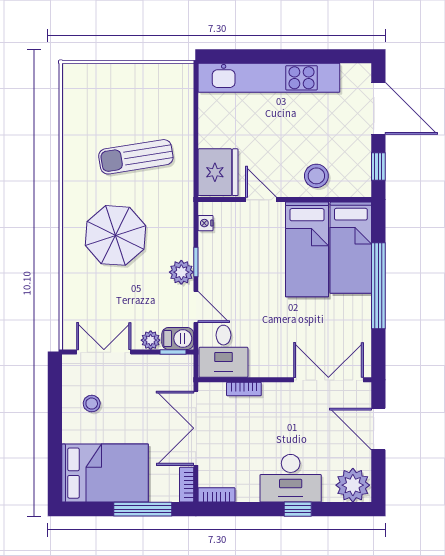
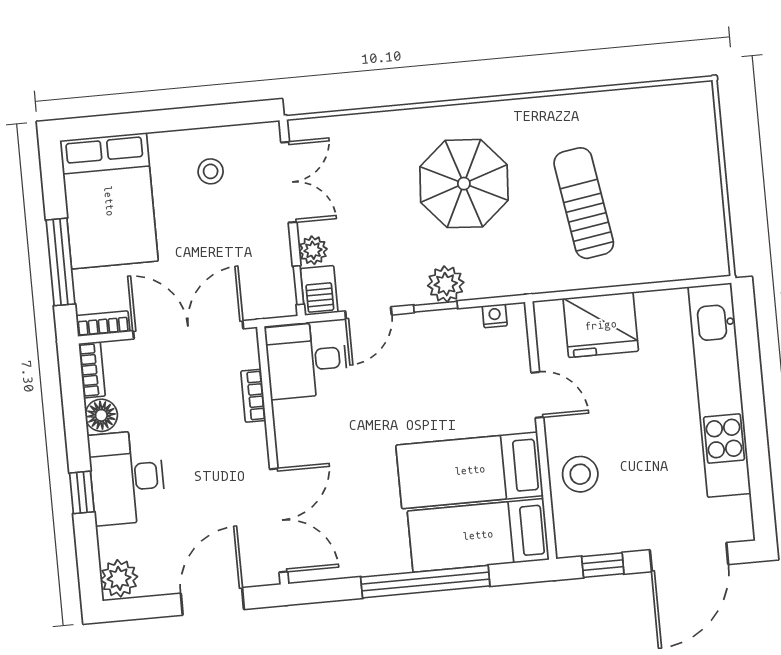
fridge: (218, 172) -> (601, 325), moved
door: (261, 200) -> (537, 395), hinge flipped
plant: (181, 272) -> (446, 284), moved
plant: (353, 485) -> (119, 578), width x0.73, depth x0.73
floor lamp: (248, 491) -> (101, 415), added

